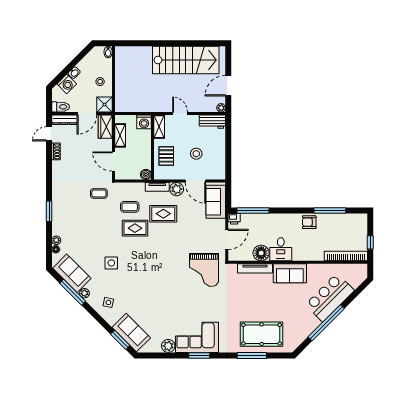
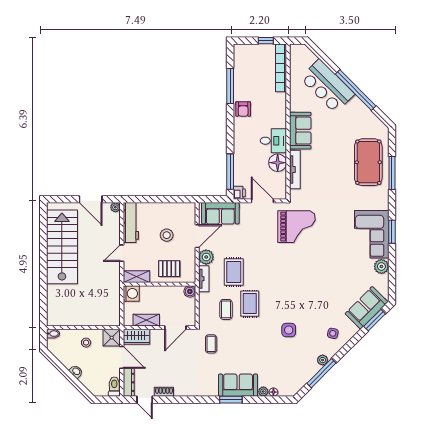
washing machine: (67, 84) -> (89, 380), removed
workbench: (212, 122) -> (131, 223), width x1.38
sofa: (72, 273) -> (238, 385), moved, turned 45

